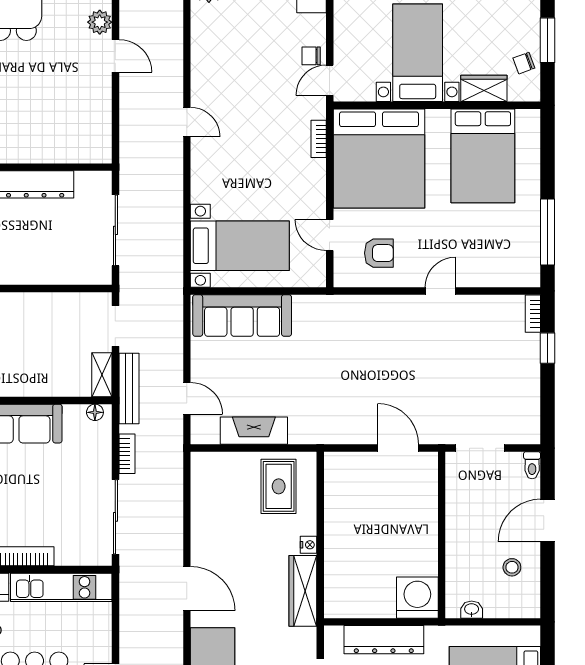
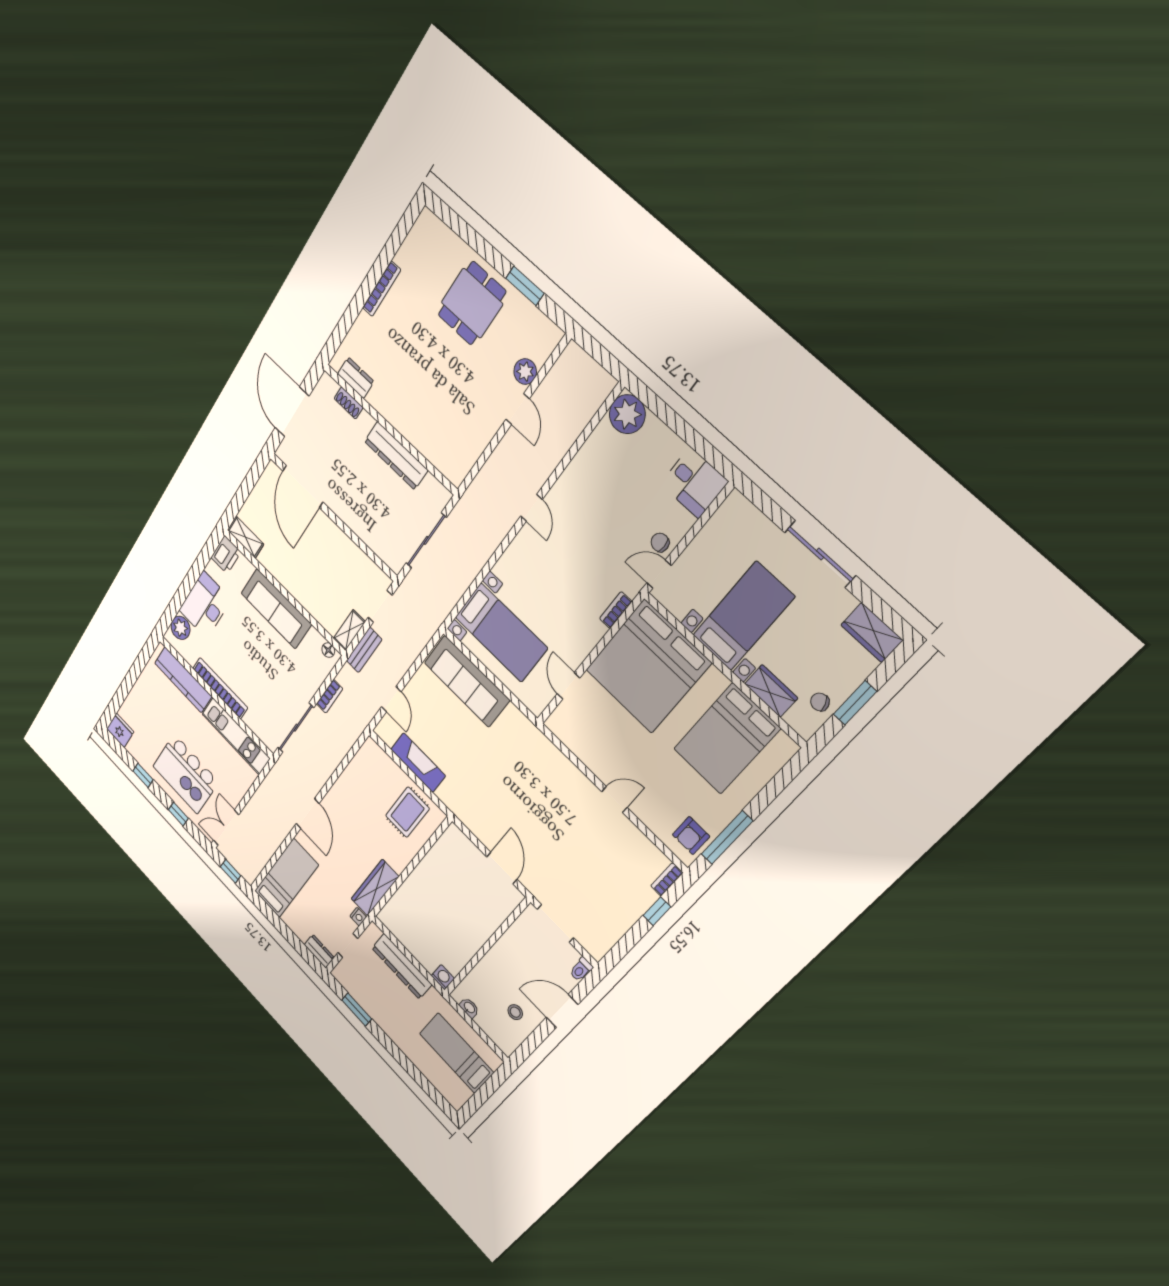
armchair: (379, 253) -> (691, 836), moved, turned 90
bench: (129, 388) -> (364, 650), width x0.73
nightstand: (309, 545) -> (358, 917), moved
washing machine: (417, 598) -> (443, 977), width x0.53, depth x0.53

